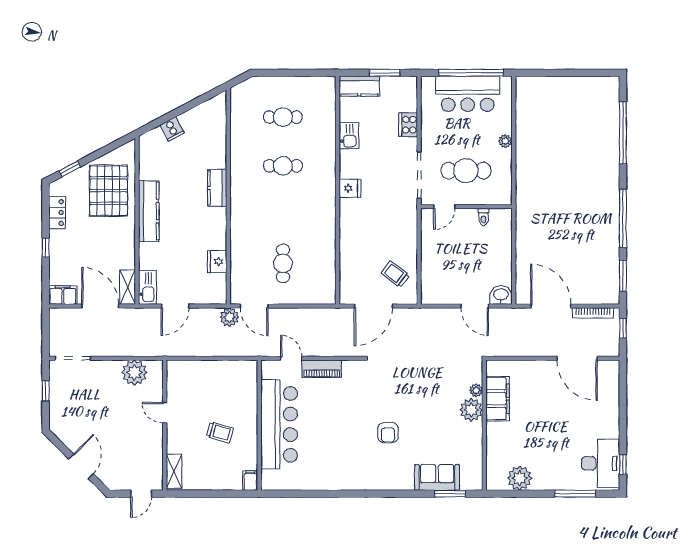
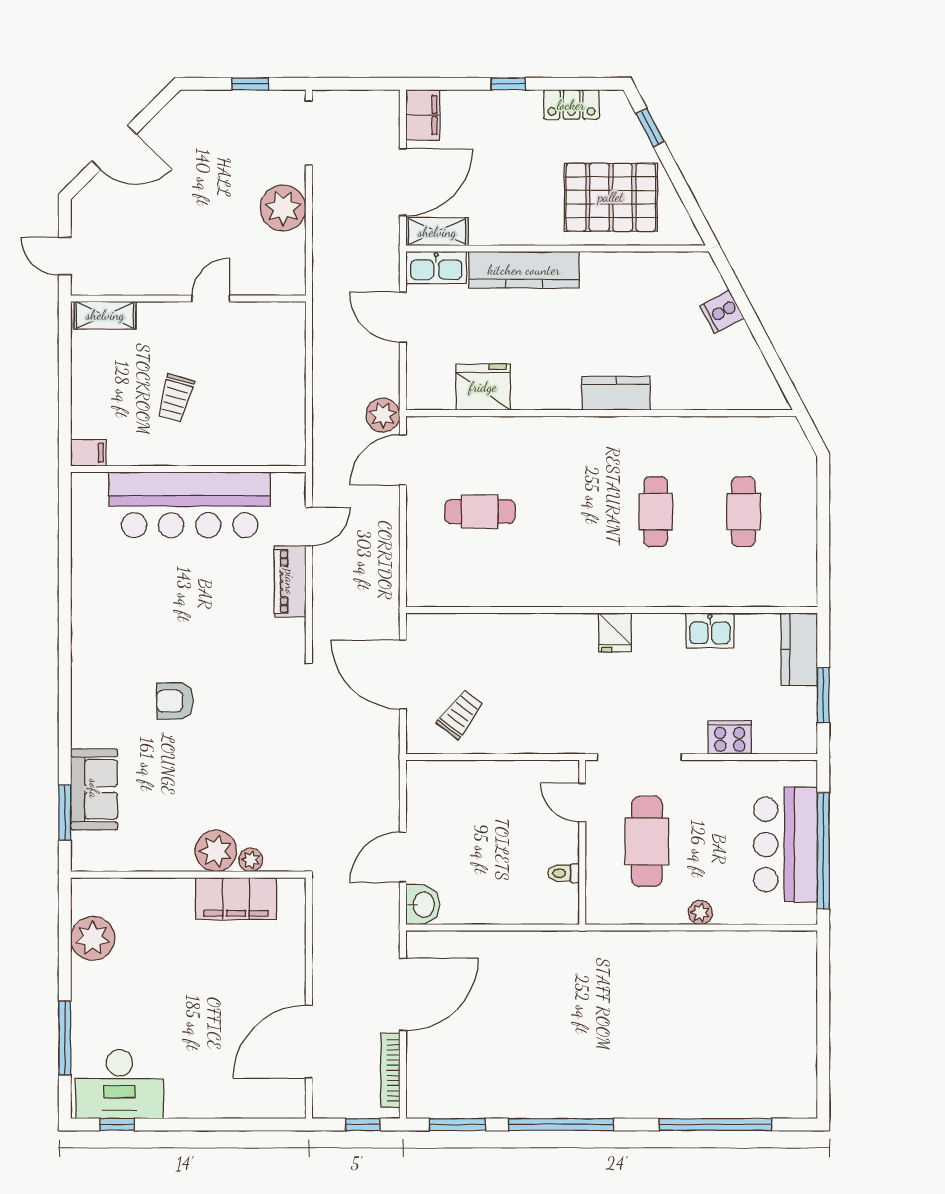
kitchen counter: (149, 211) -> (524, 270), moved
fridge: (217, 261) -> (483, 387), width x1.36, depth x1.34
plant: (134, 373) -> (283, 208), moved

